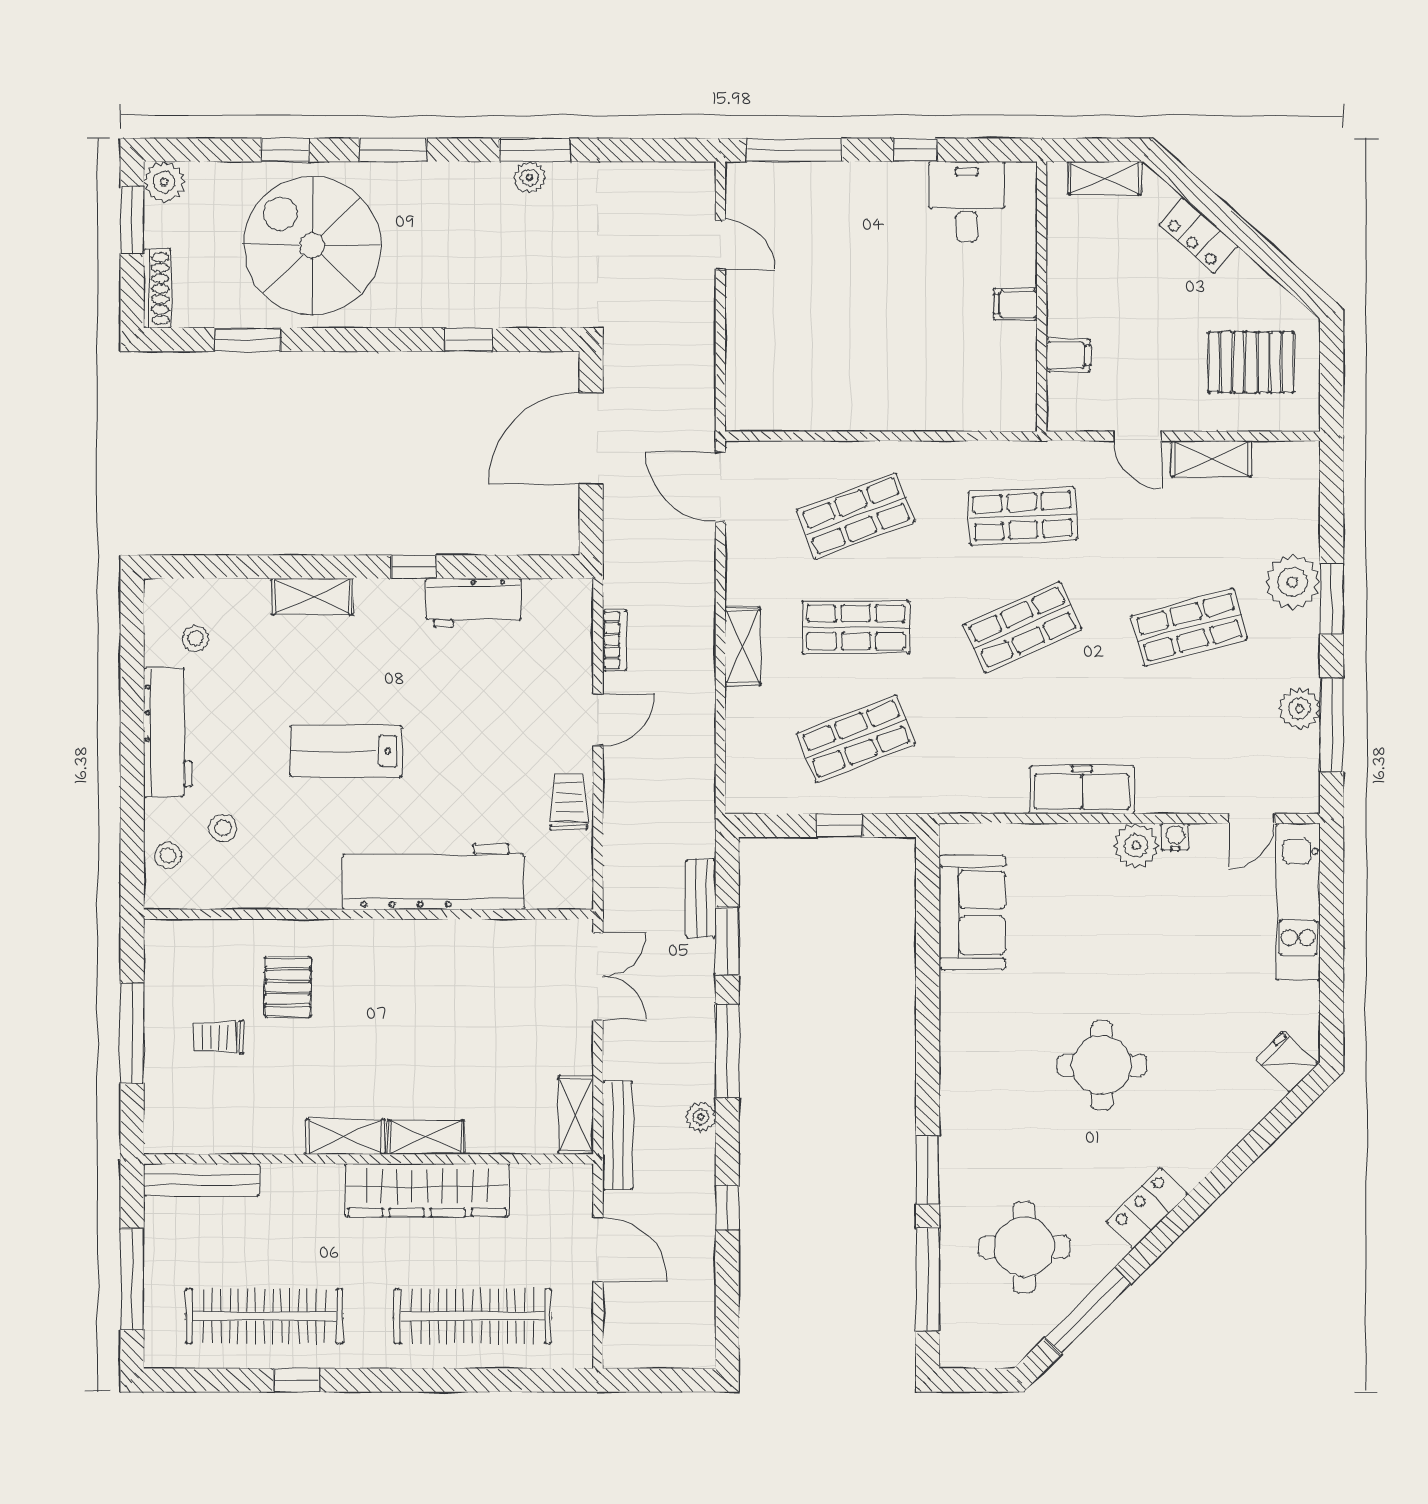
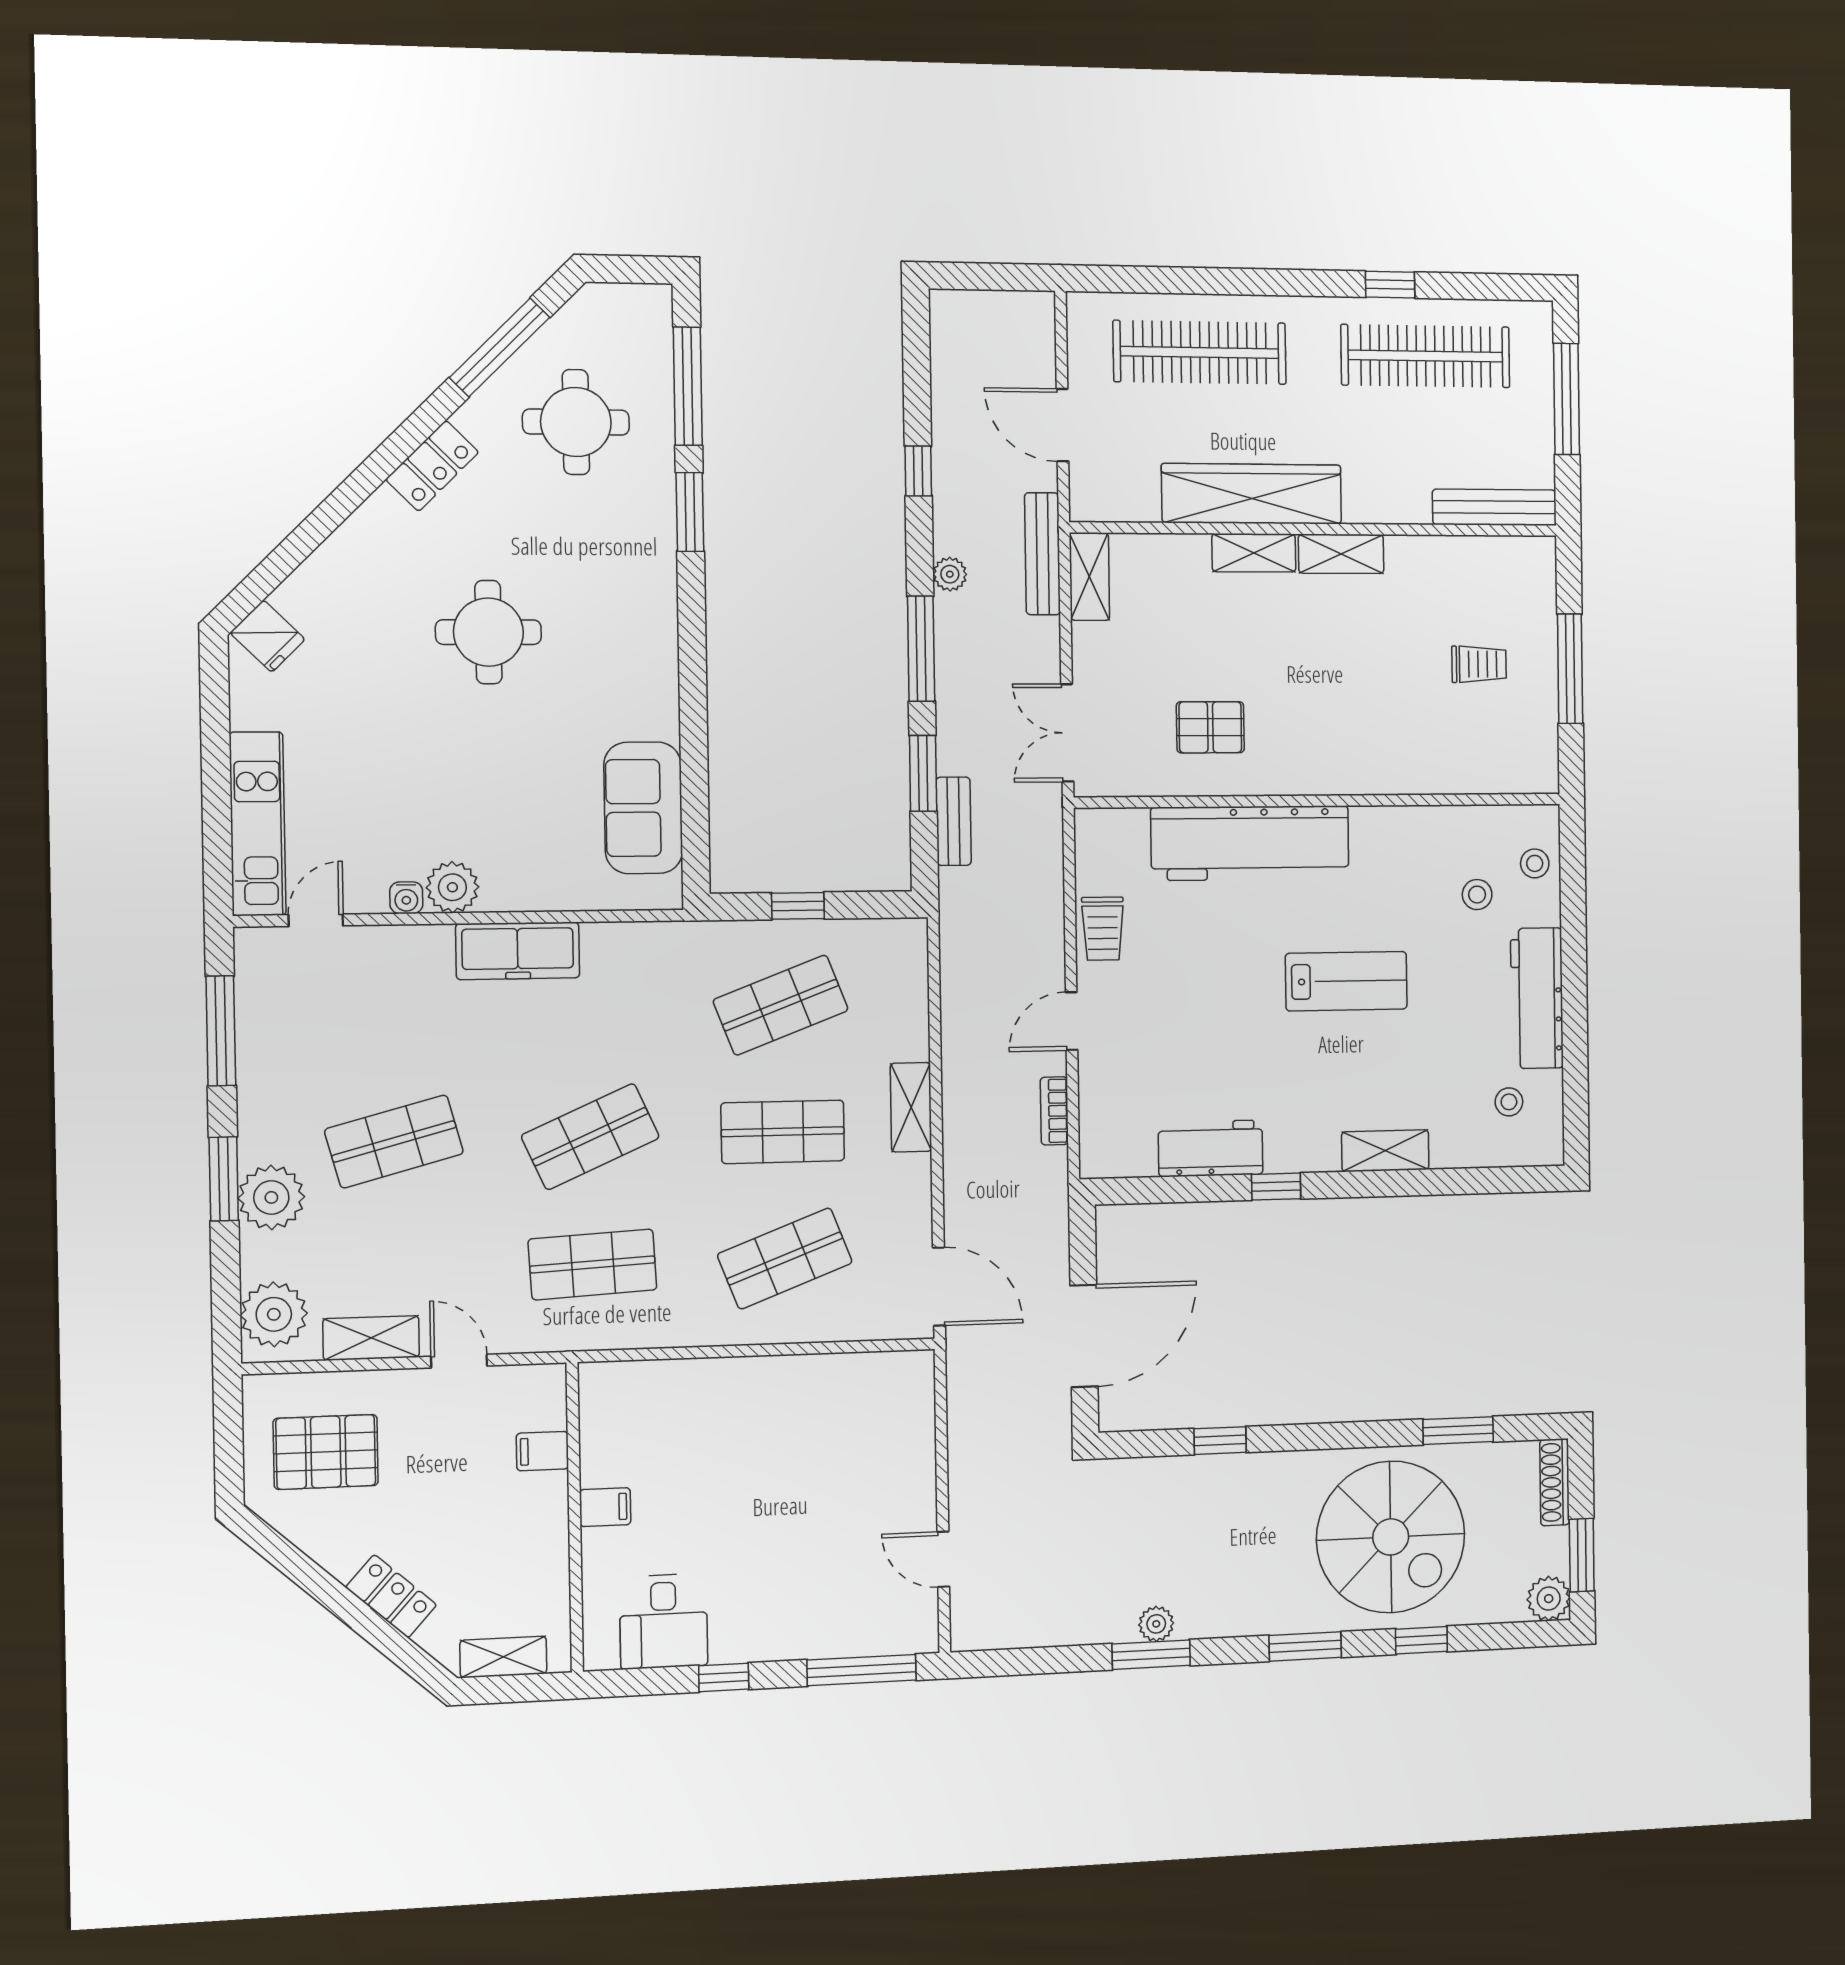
plant: (1300, 709) -> (274, 1314), moved, width x1.36, depth x1.36
pallet: (288, 987) -> (1210, 727), moved, turned 90

